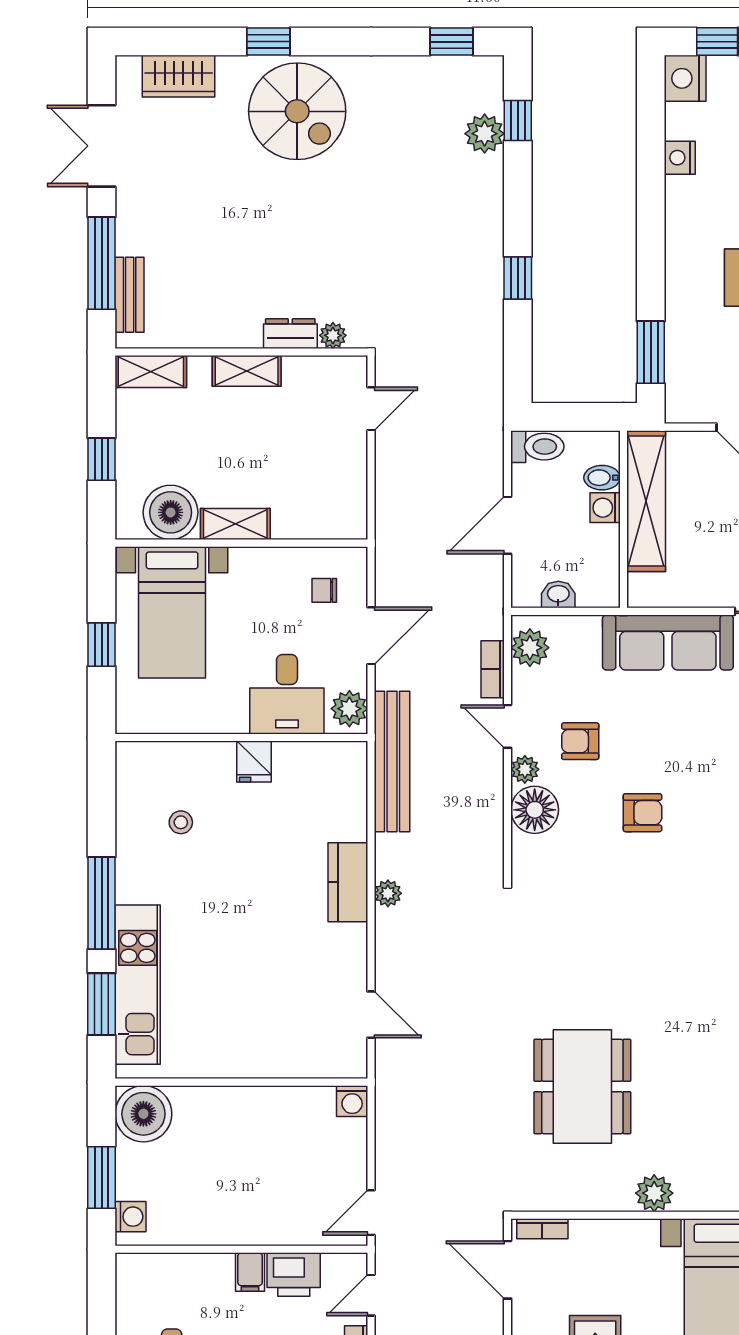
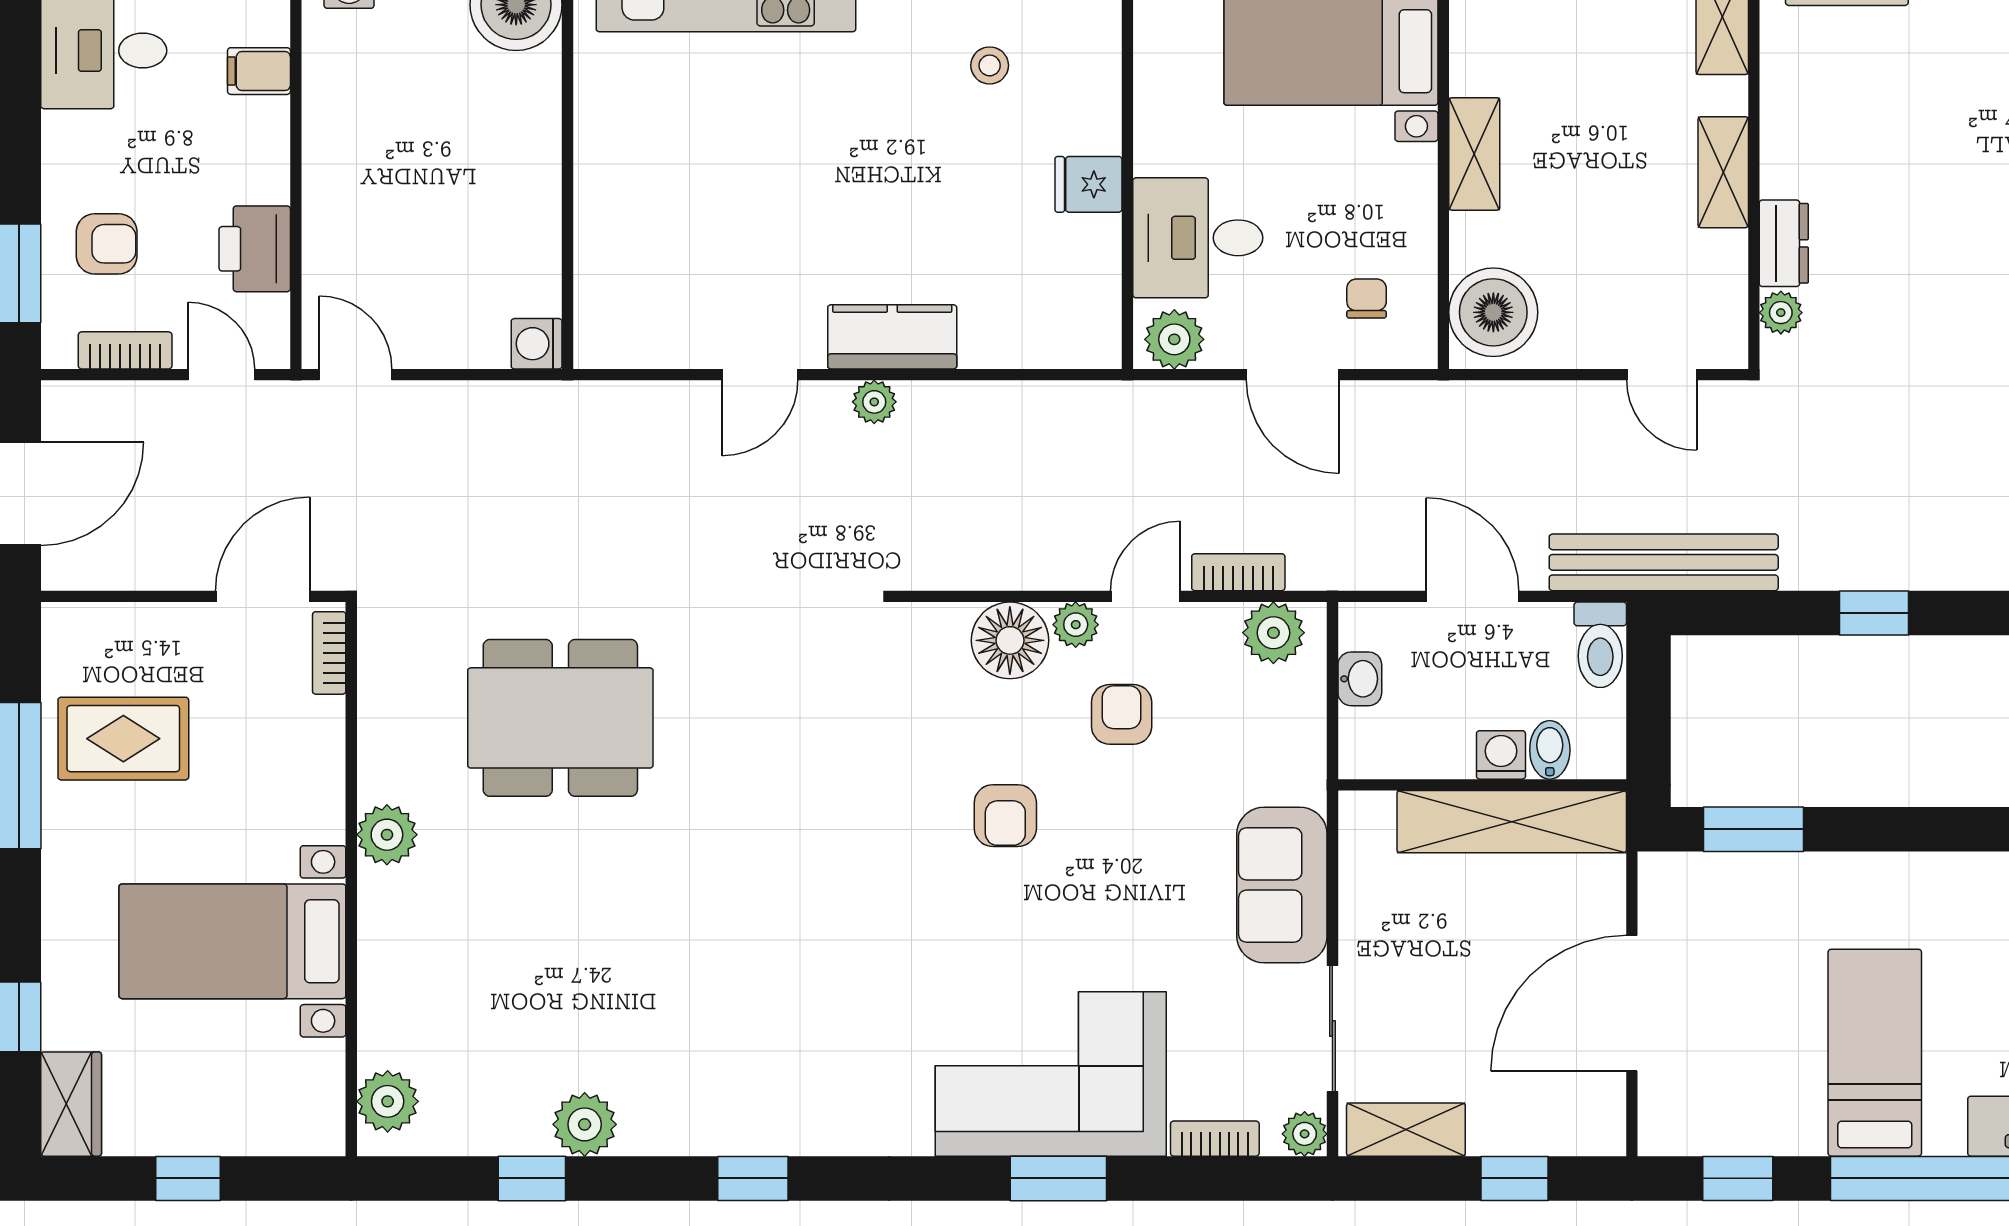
boiler: (171, 512) -> (1493, 312), moved
sofa: (668, 642) -> (1282, 885), width x0.73
bench: (392, 761) -> (1664, 562), moved
door: (371, 1015) -> (760, 375), moved
filing cabinet: (250, 1272) -> (259, 71), moved

